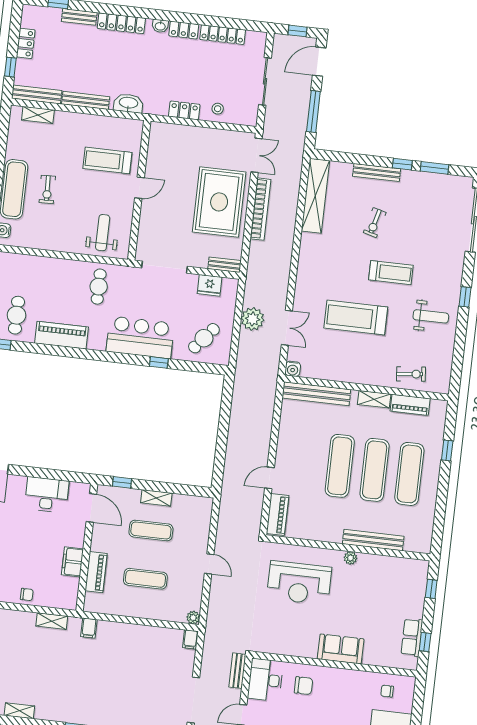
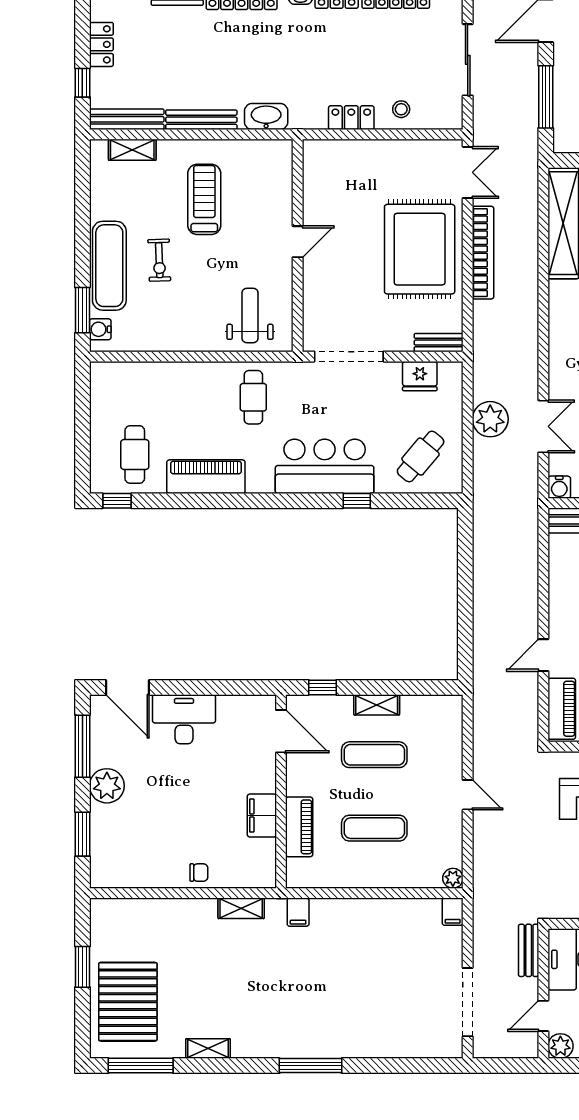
treadmill: (107, 160) -> (204, 199), moved, turned 90
desk: (47, 495) -> (184, 719), moved

